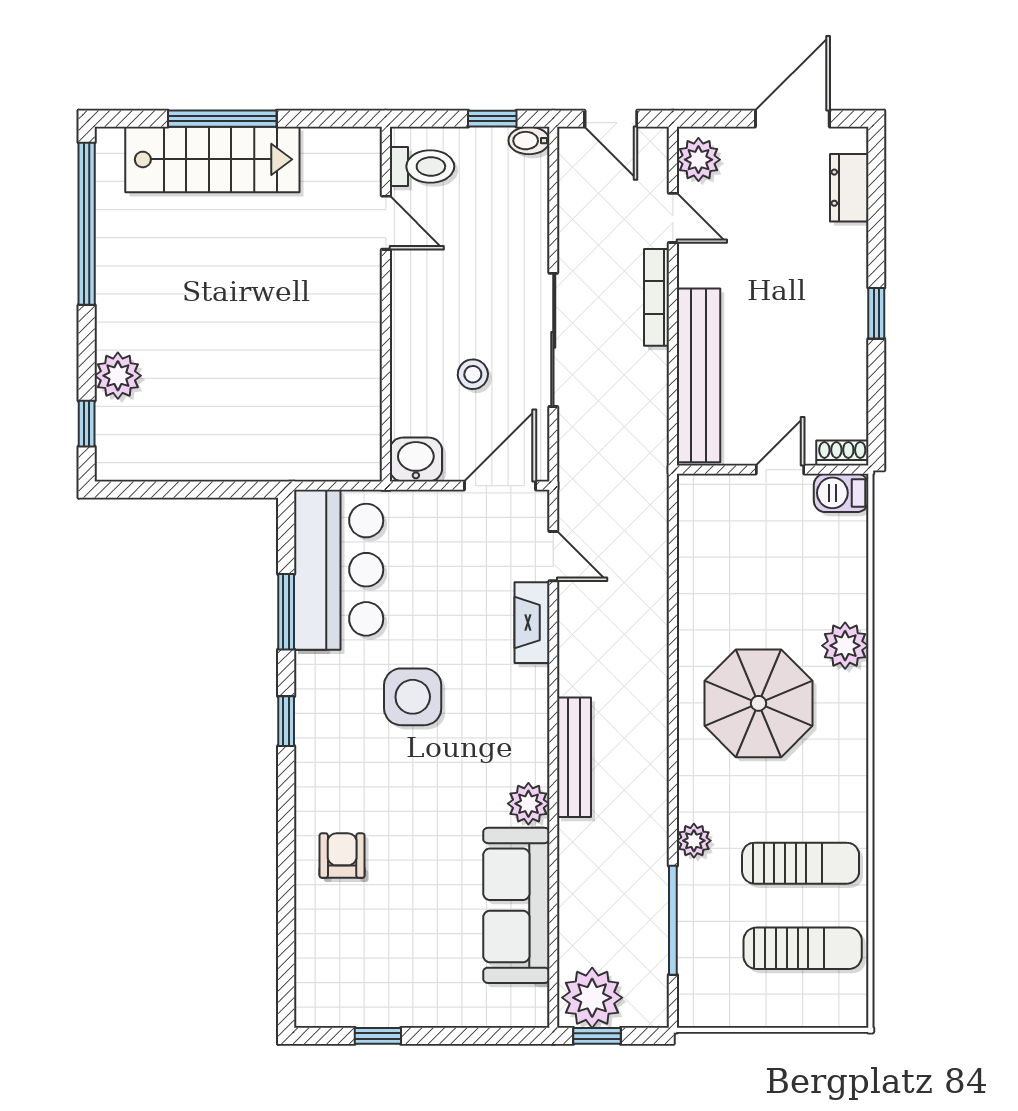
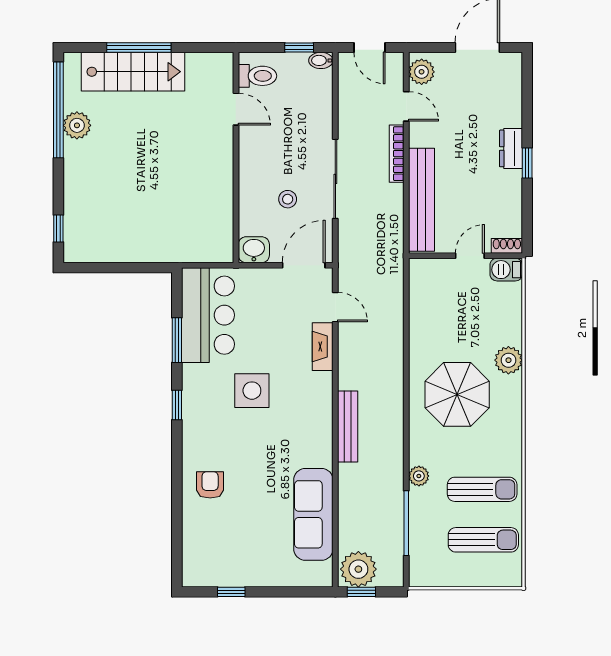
dresser: (849, 188) -> (511, 148), moved
plant: (118, 376) -> (77, 125), moved
plant: (528, 804) -> (321, 454), removed

